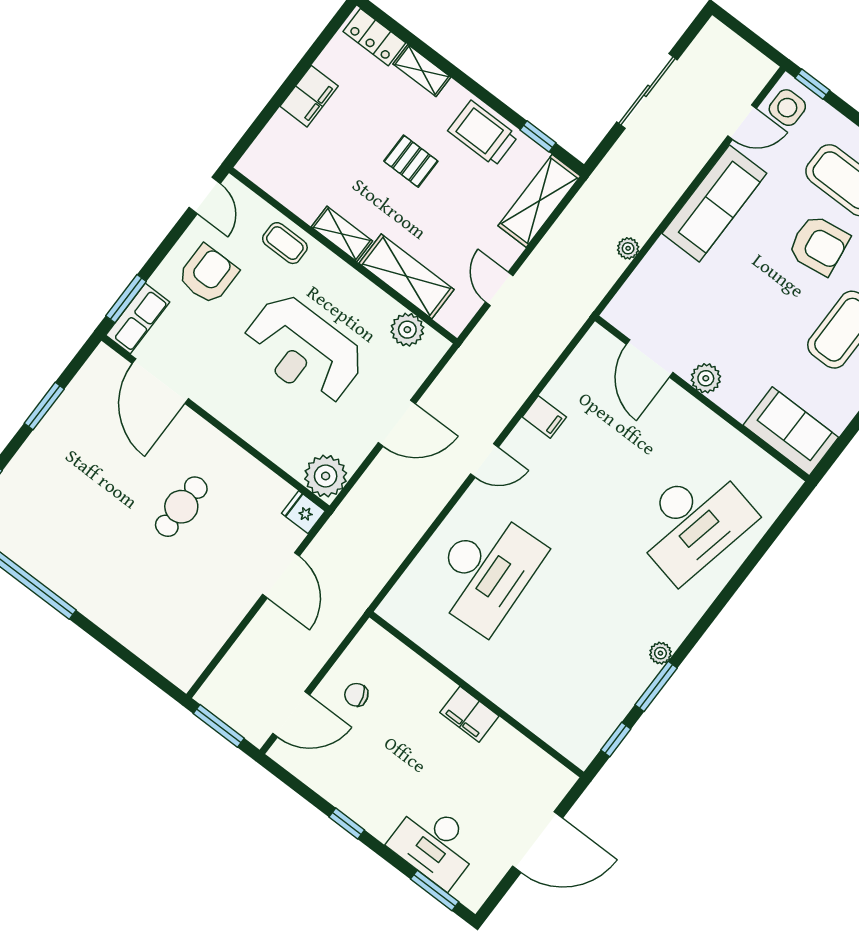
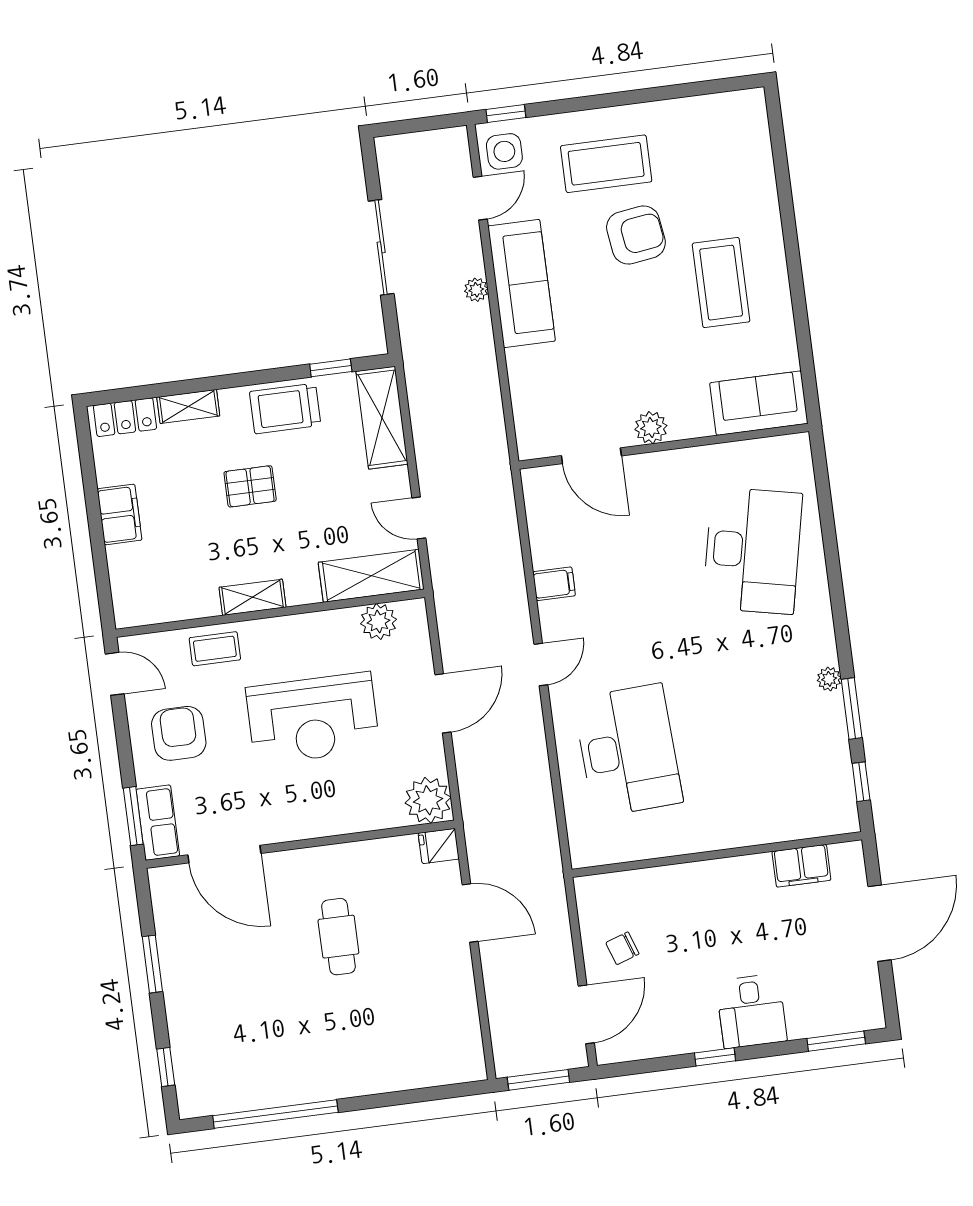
plant: (628, 248) -> (476, 290), moved
shelving: (406, 276) -> (371, 576), moved
filing cabinet: (469, 714) -> (801, 866), moved
desk: (435, 844) -> (751, 1011), moved, width x0.73

